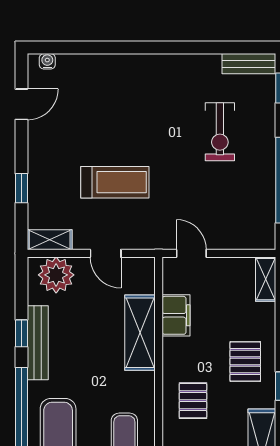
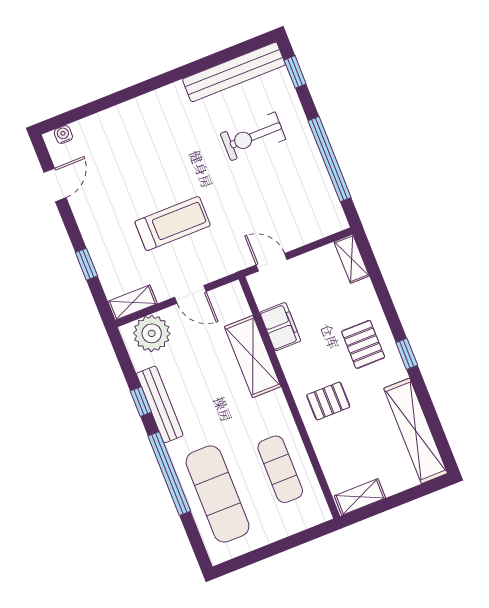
bench: (249, 64) -> (234, 72), width x1.86, depth x1.21
exercise bike: (220, 132) -> (253, 136), turned 90
pallet: (193, 401) -> (328, 401), turned 90

